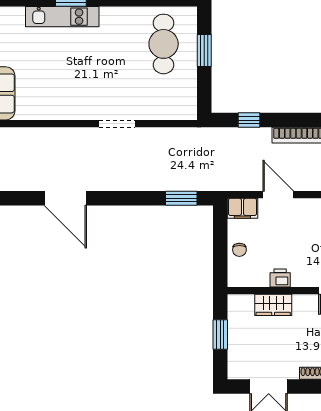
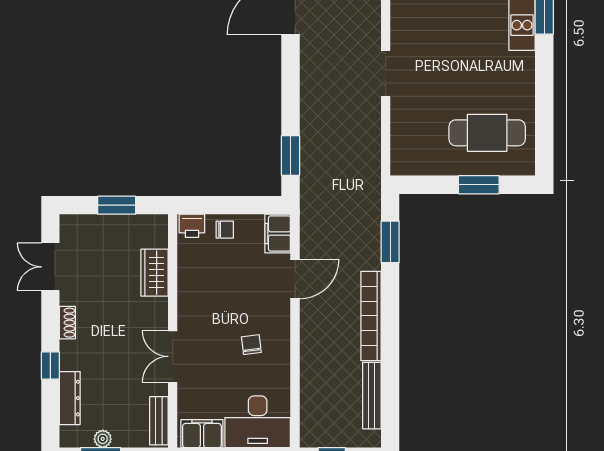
window: (249, 120) -> (390, 242), width x1.50
chair: (239, 250) -> (225, 230), turned 180
printer: (280, 278) -> (192, 226), moved, turned 90

